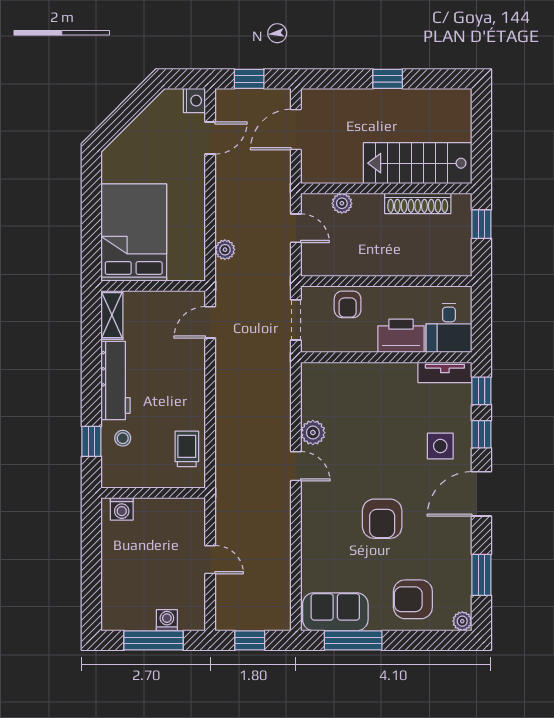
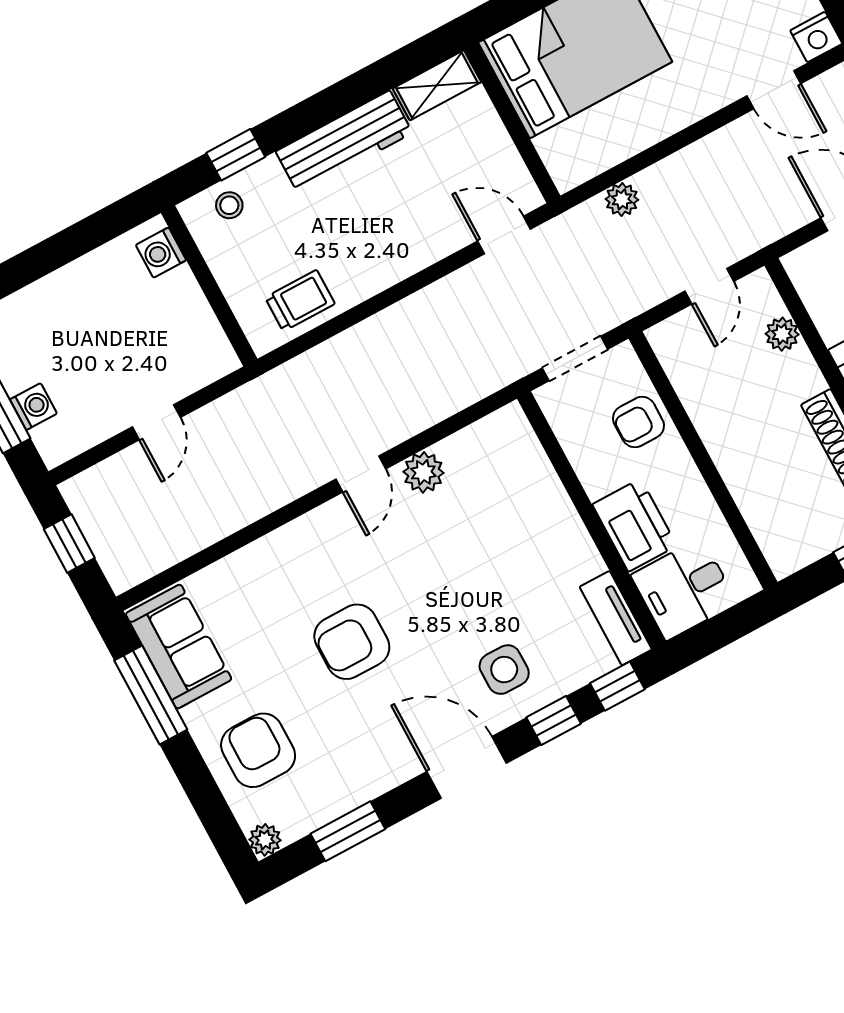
stool: (123, 438) -> (229, 205), moved

